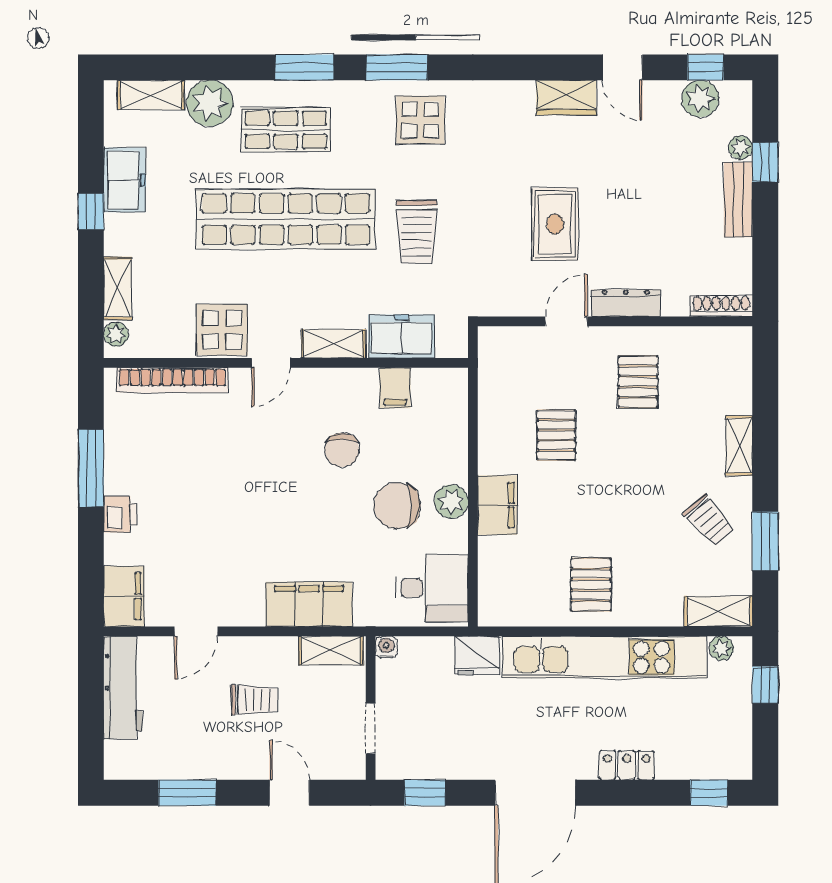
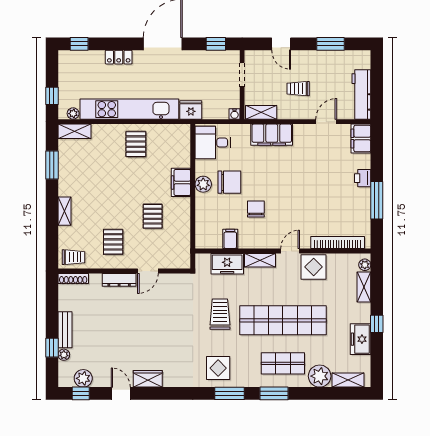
rug: (555, 224) -> (153, 318), removed
trolley: (709, 521) -> (74, 257), moved, turned 132

